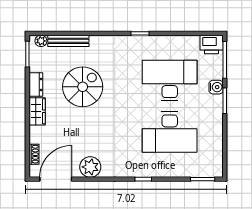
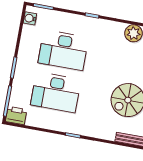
water cooler: (216, 87) -> (30, 18), moved
desk: (170, 132) -> (63, 50), turned 180

